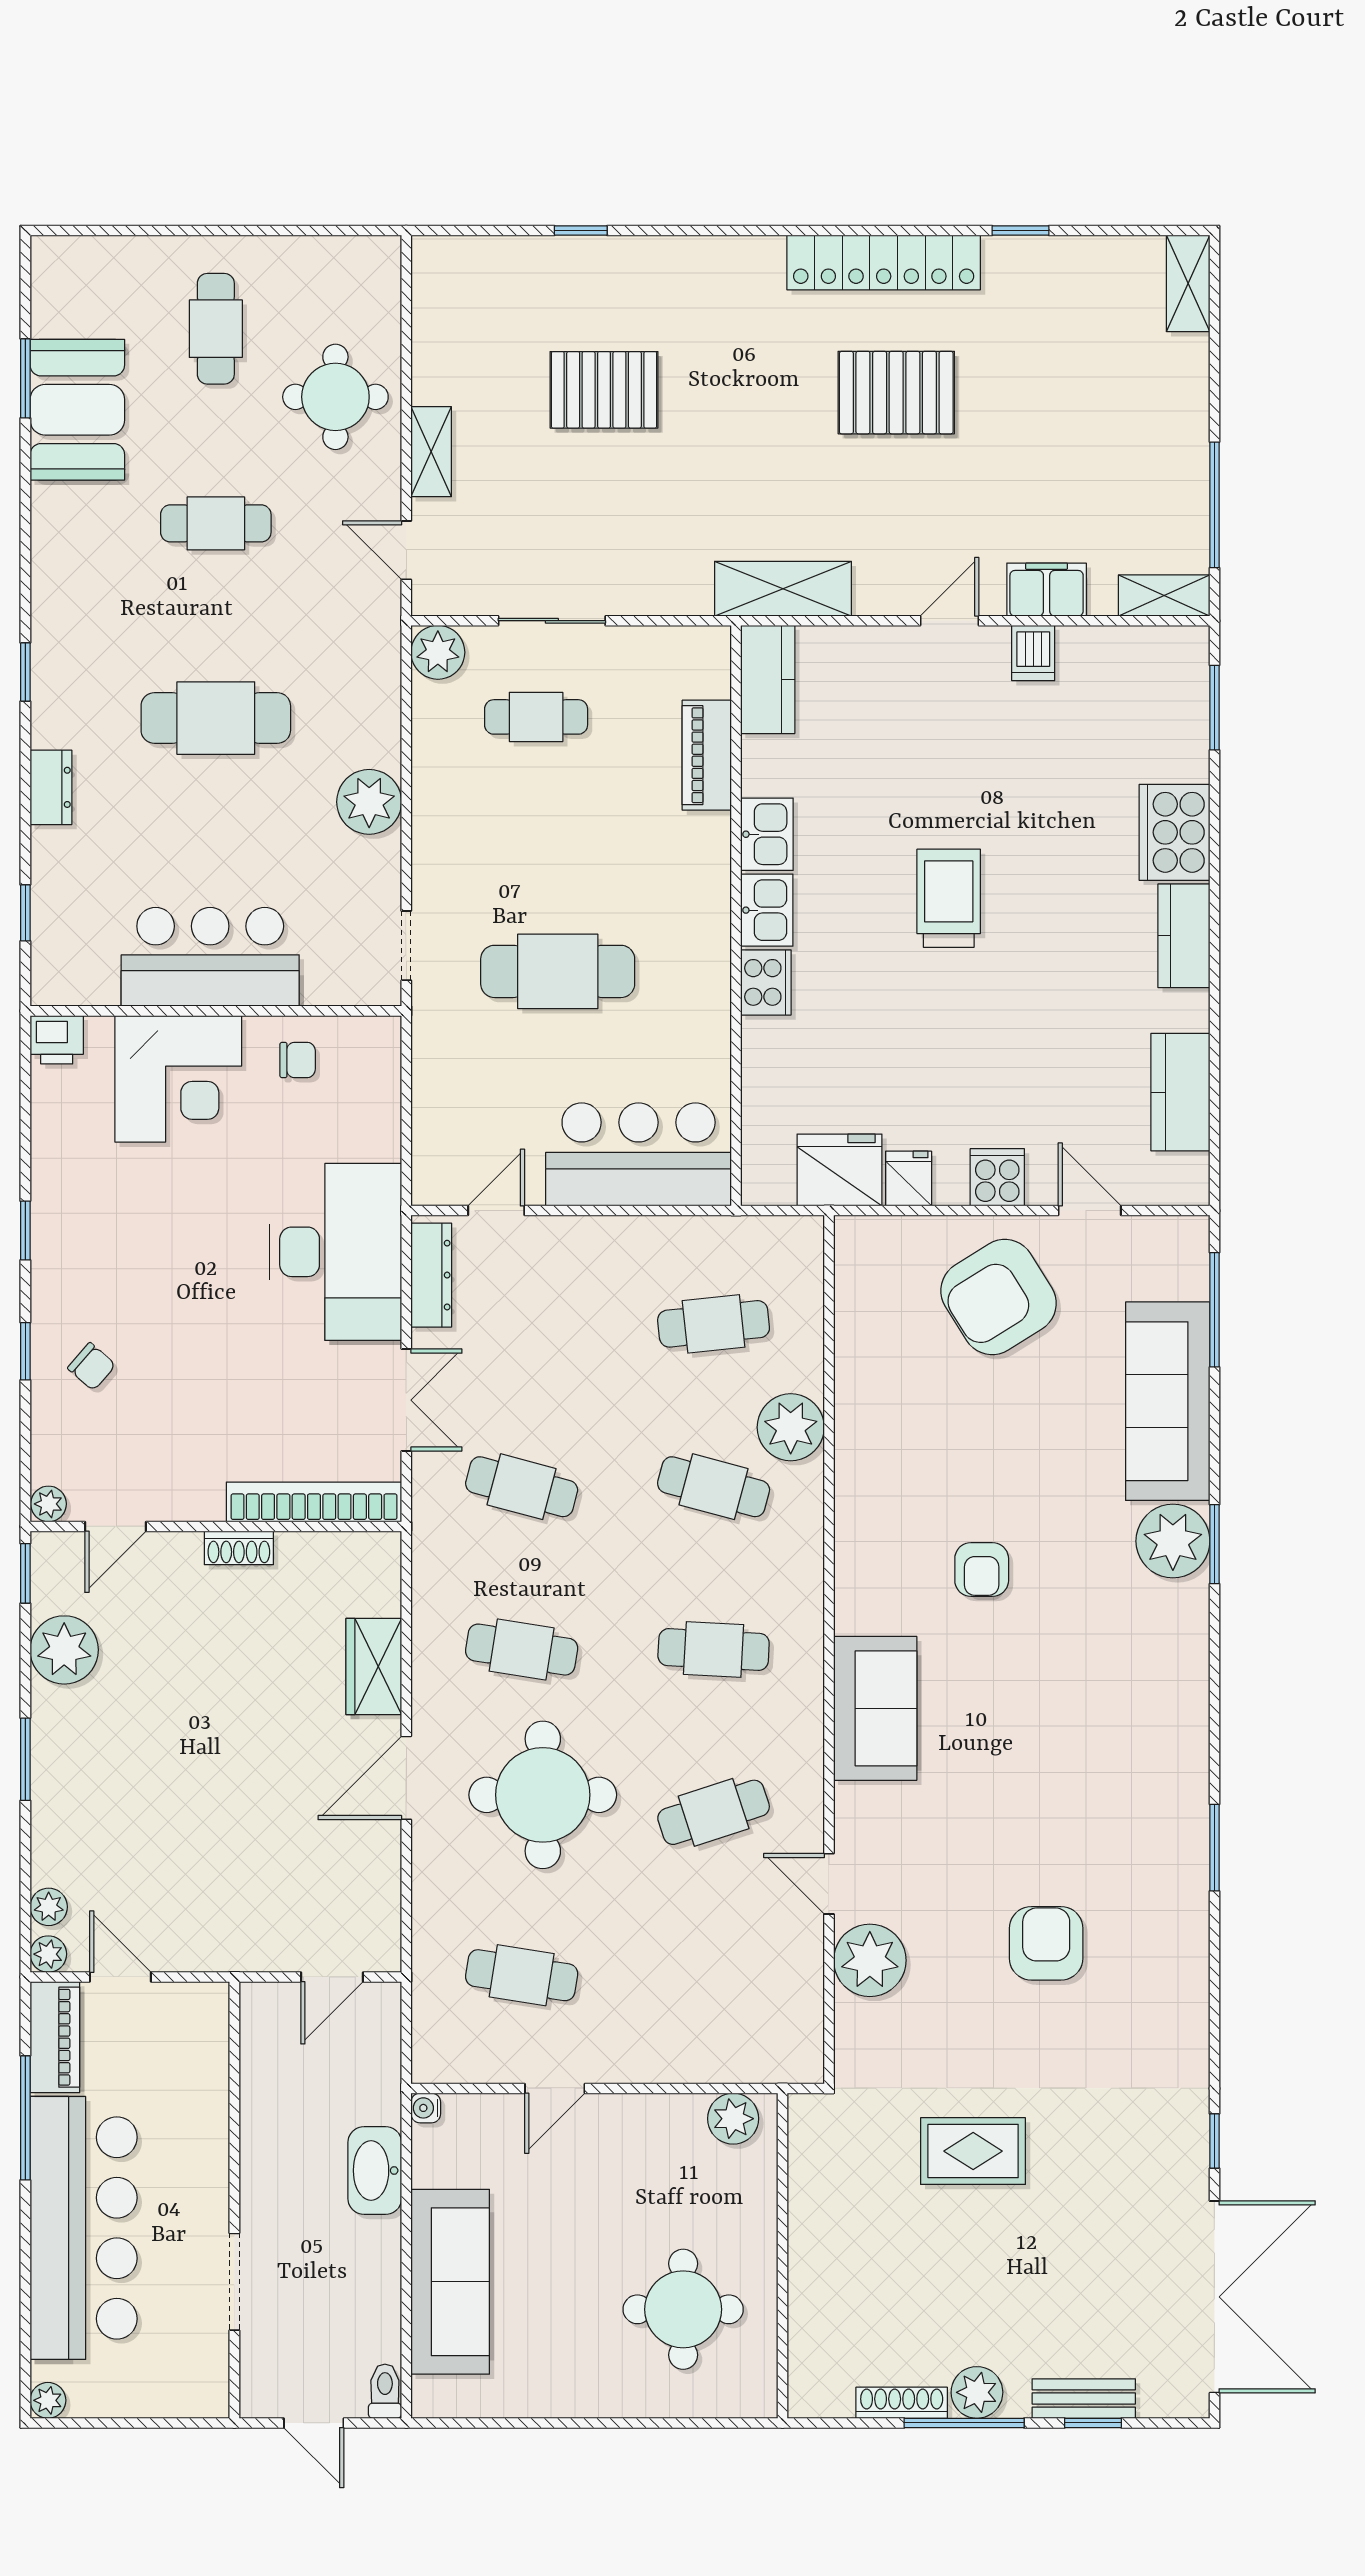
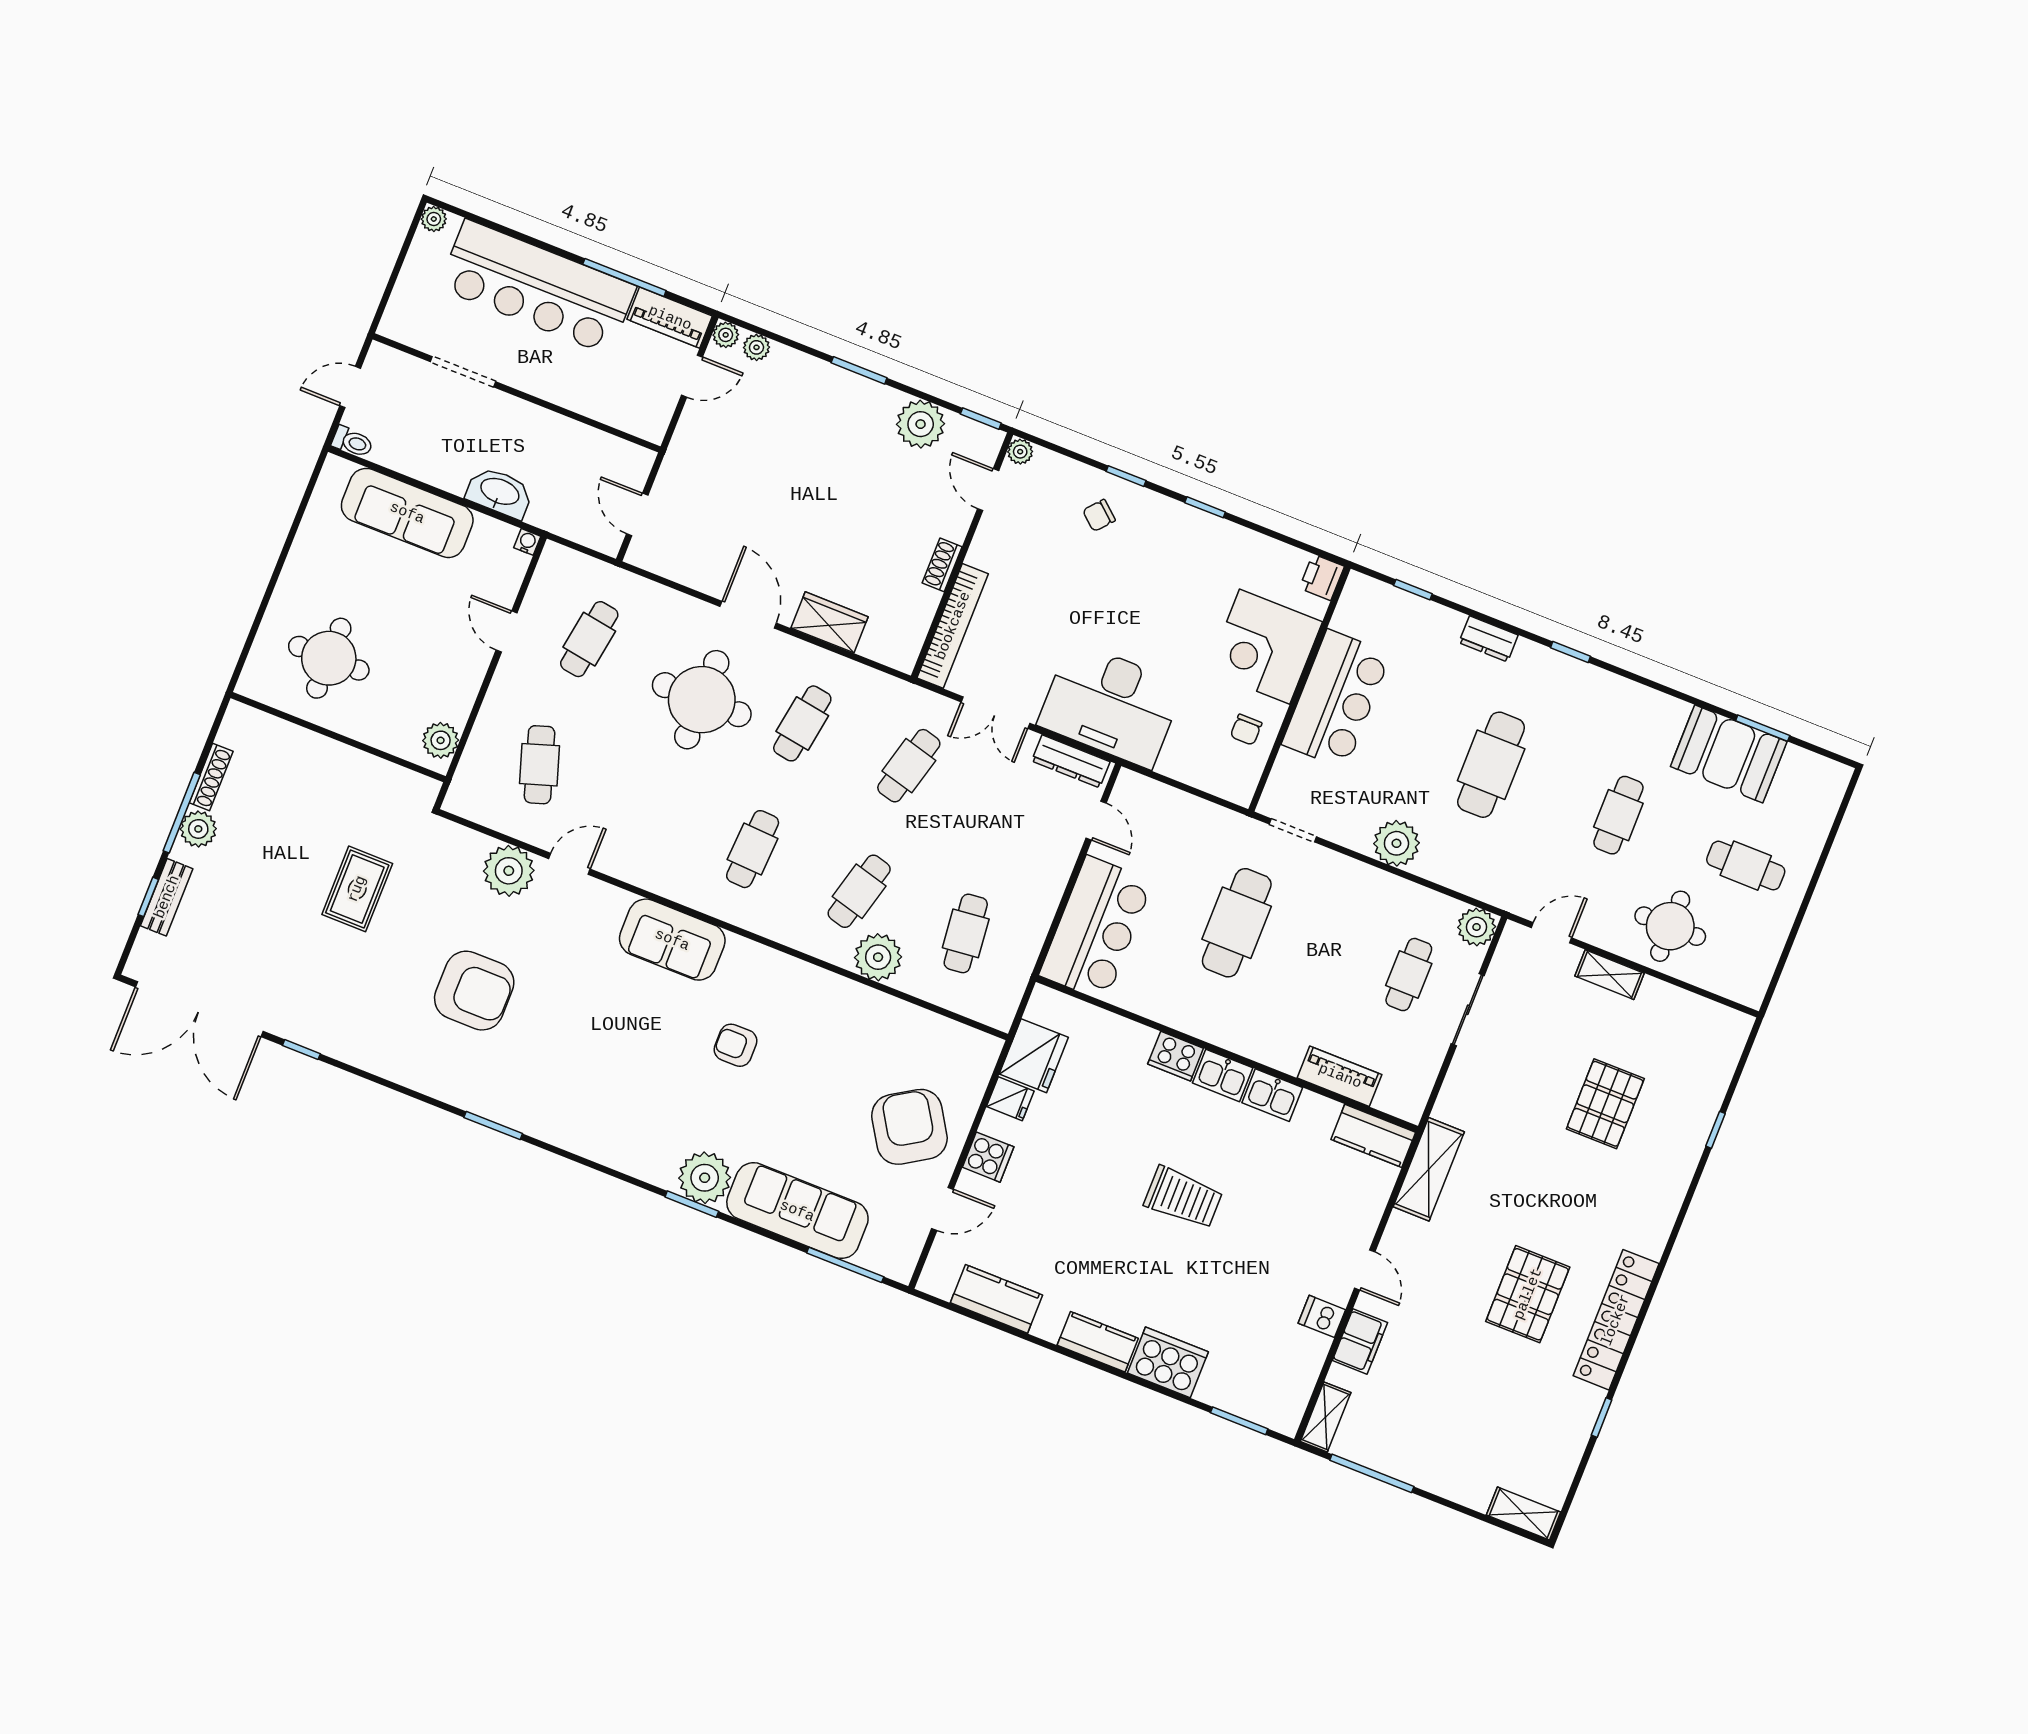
cafe table: (714, 1812) -> (540, 765), moved
armchair: (1046, 1943) -> (474, 991), width x1.36, depth x1.36

